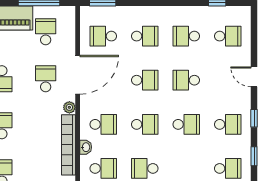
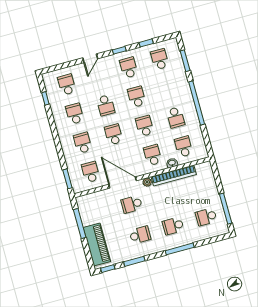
school desk: (46, 32) -> (99, 213), removed
school desk: (103, 36) -> (91, 172), turned 180
school desk: (186, 36) -> (75, 114), turned 180

